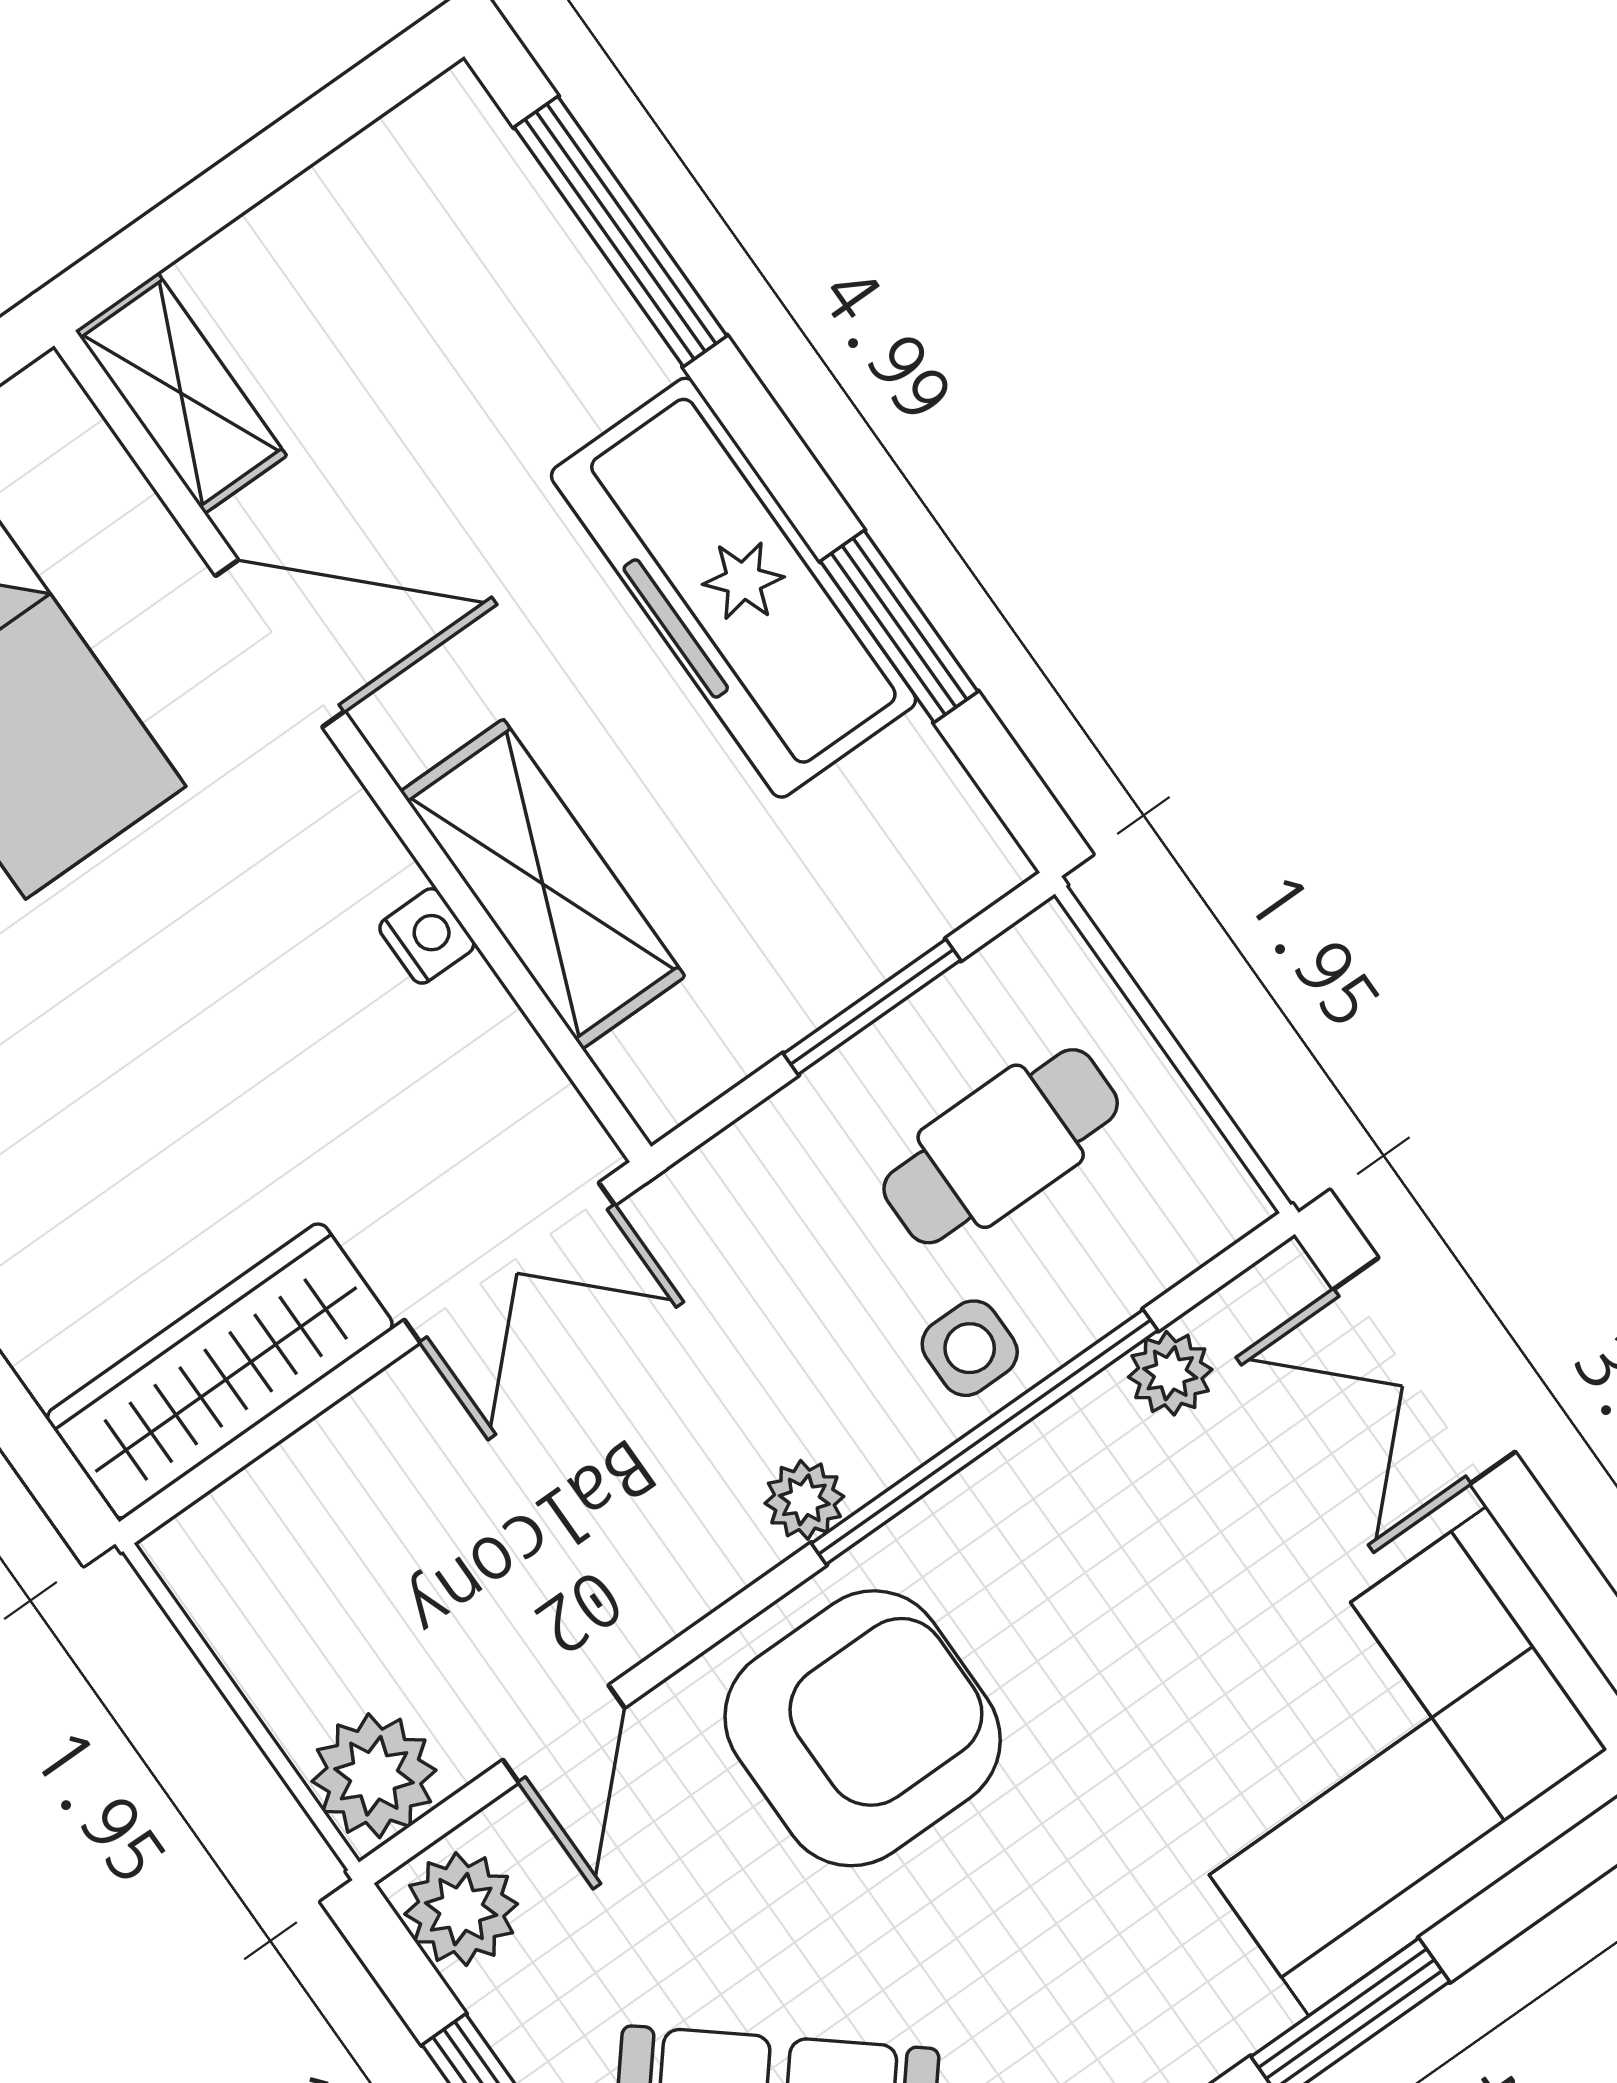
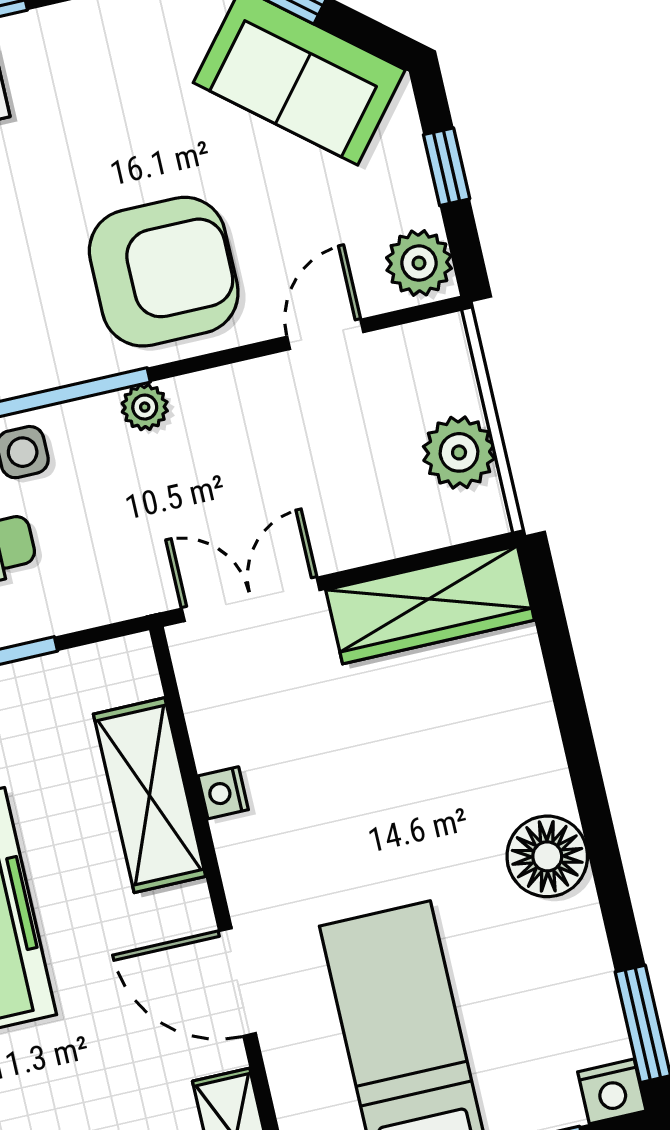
armchair: (863, 1728) -> (164, 272), turned 180
plant: (374, 1776) -> (459, 452), moved

